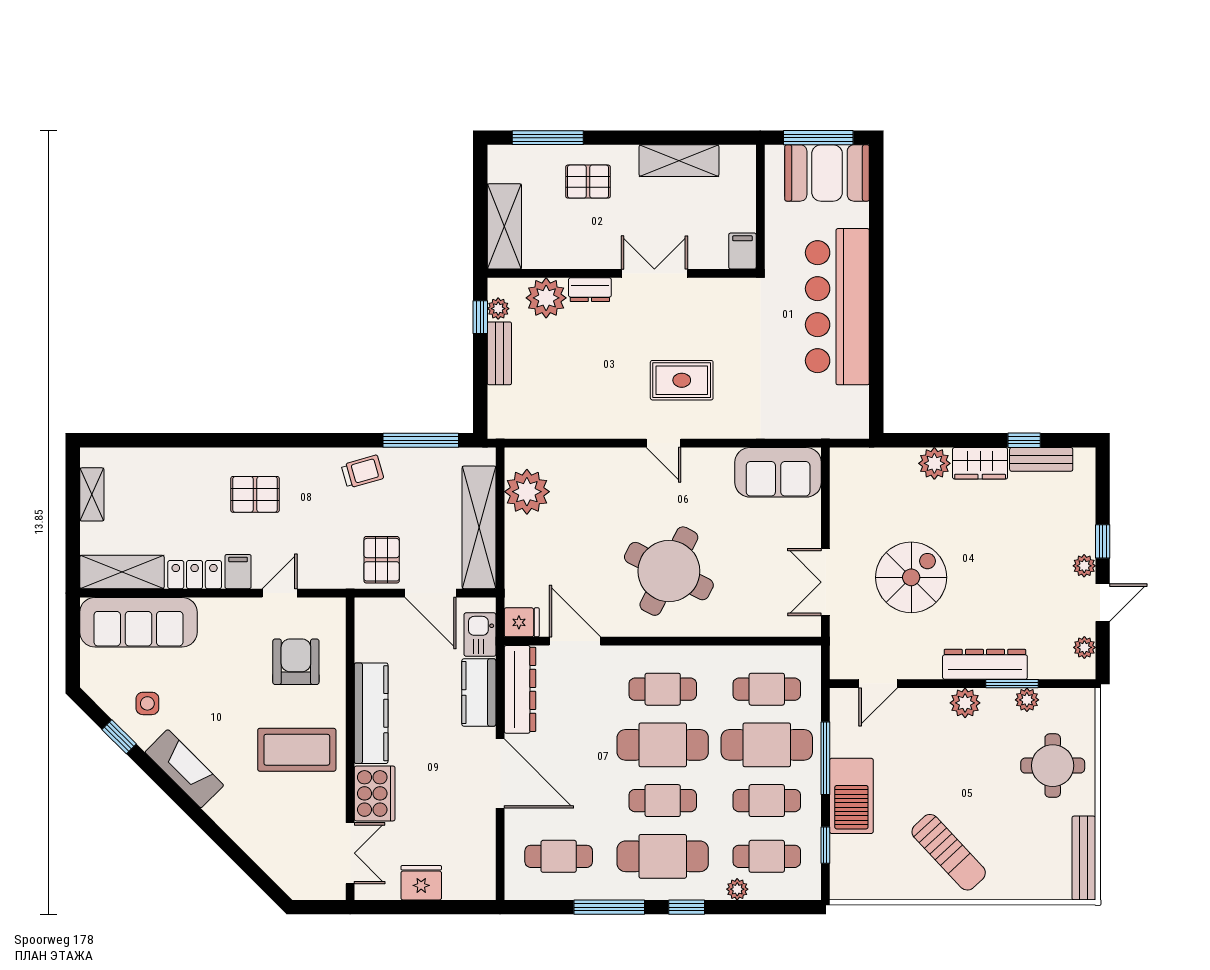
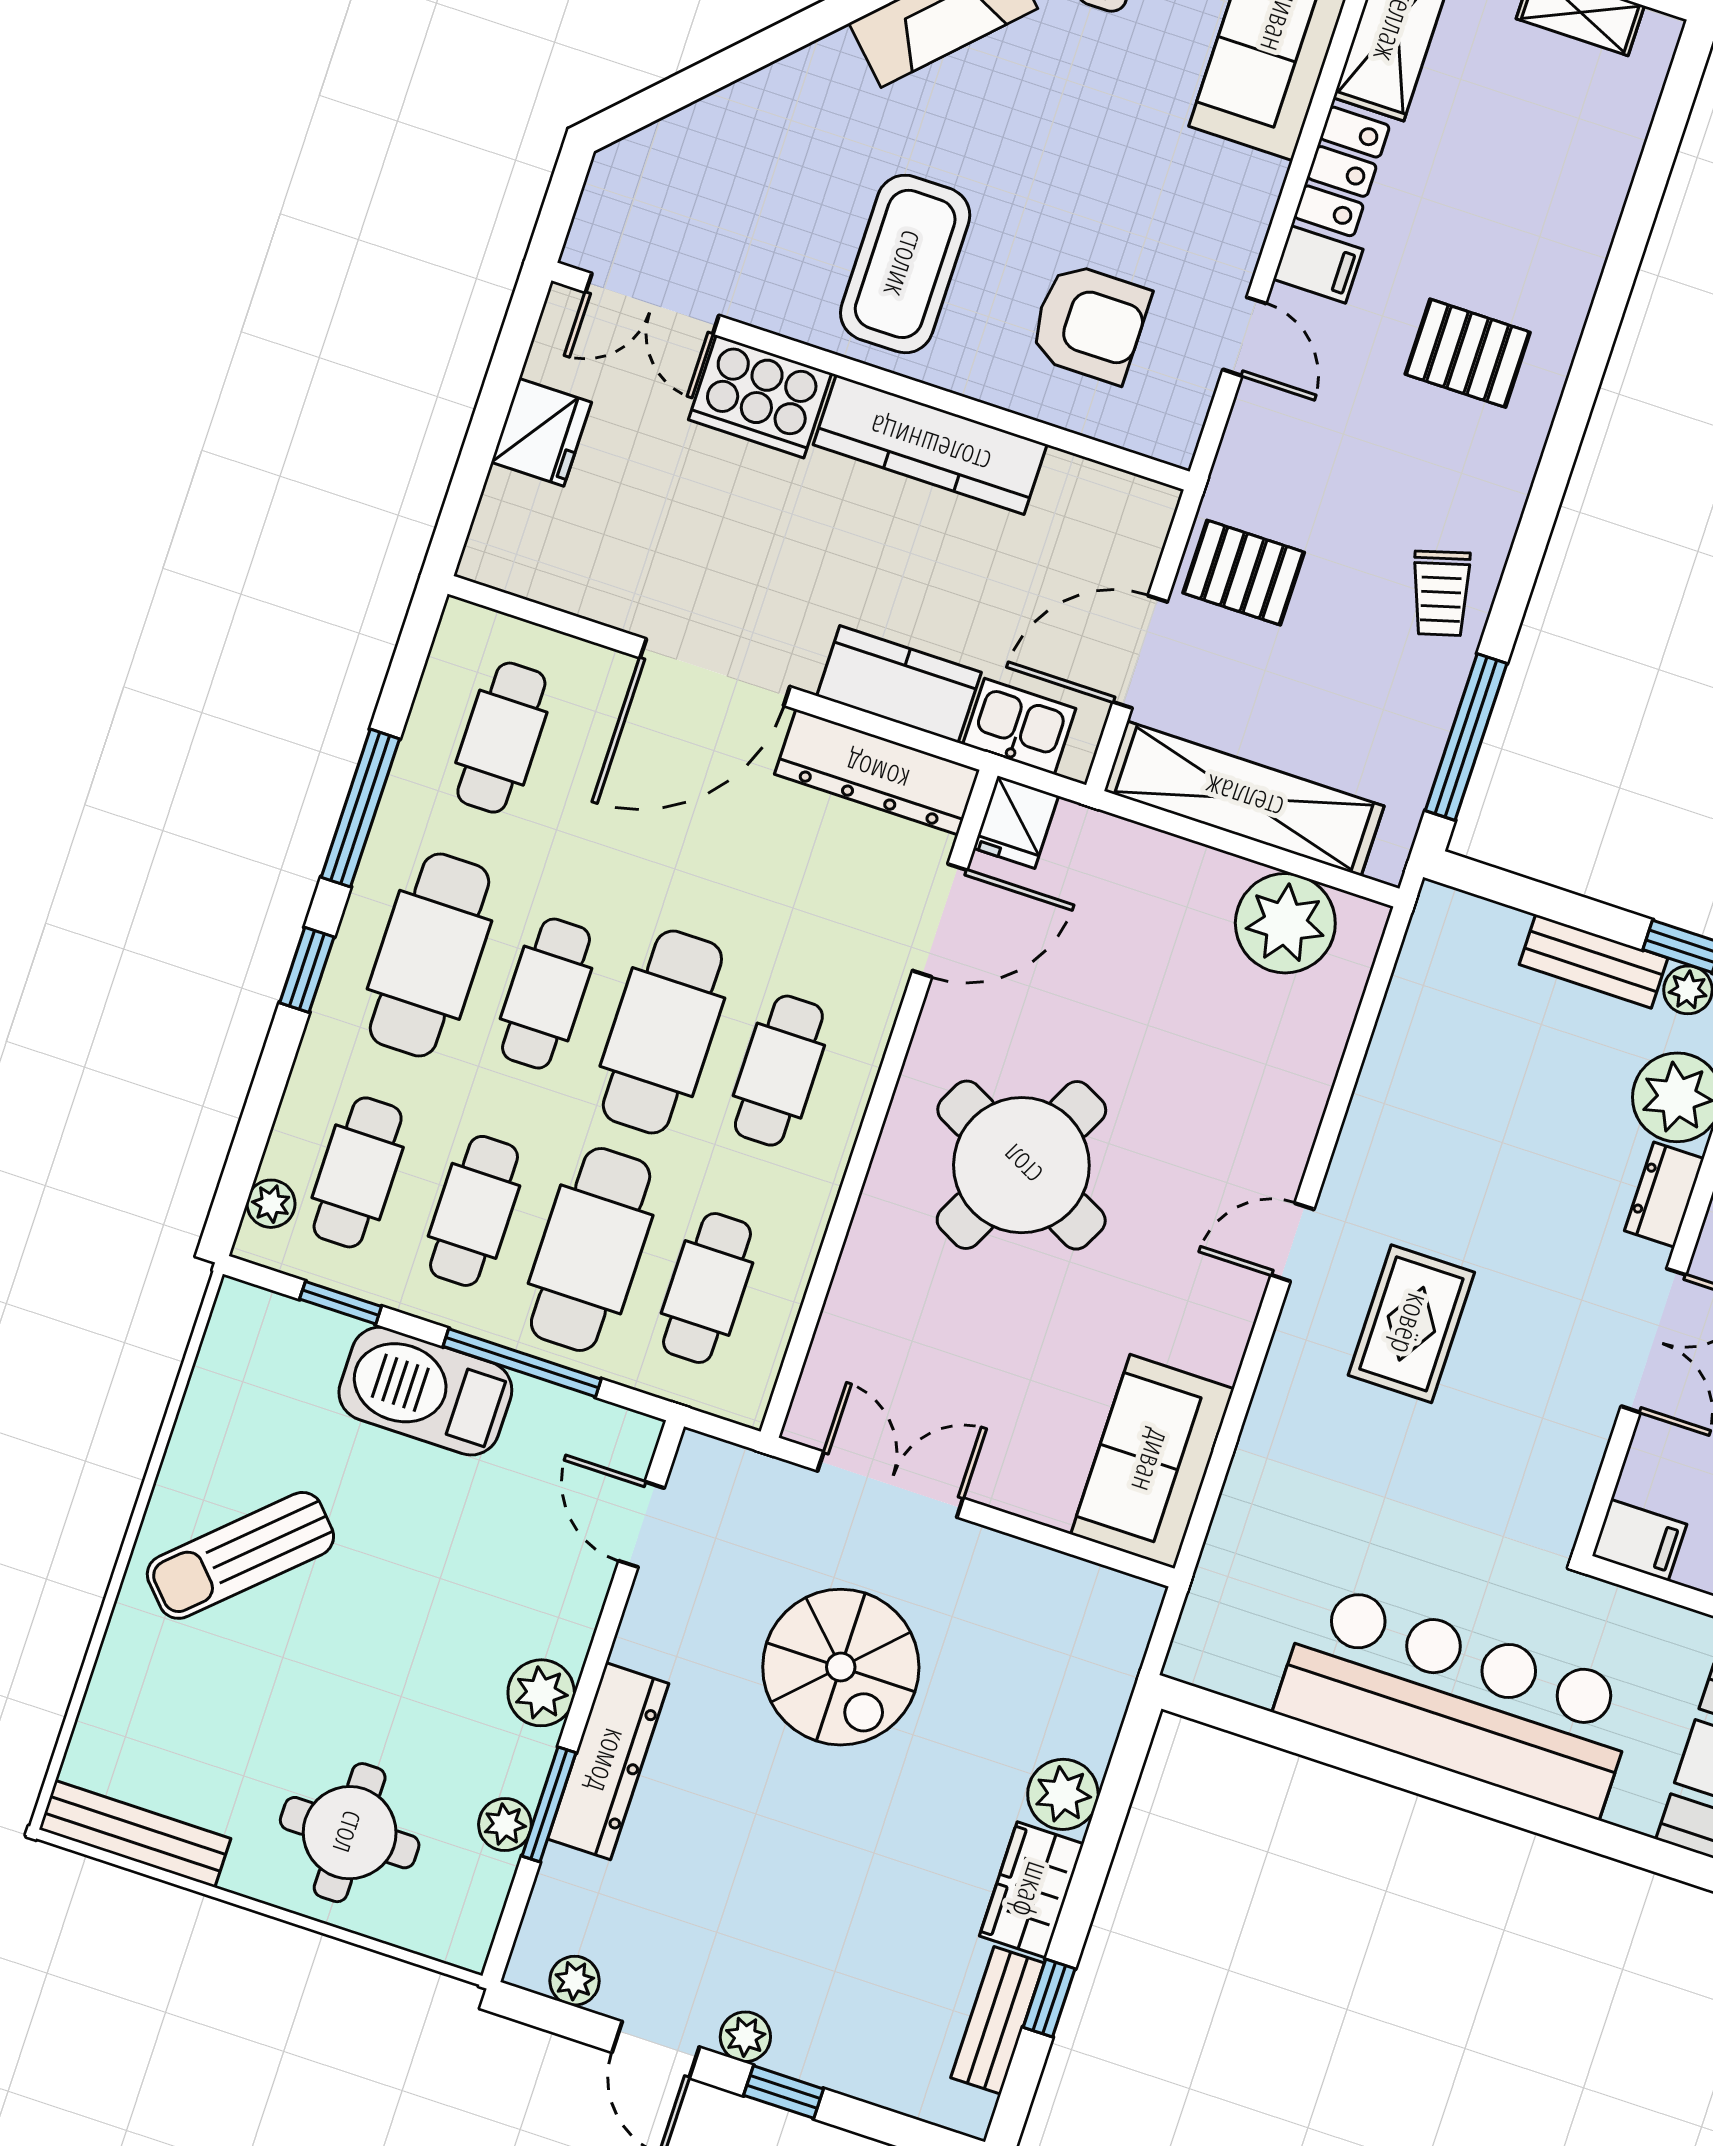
pallet: (255, 494) -> (1468, 353), turned 90
plant: (737, 889) -> (271, 1204), moved

